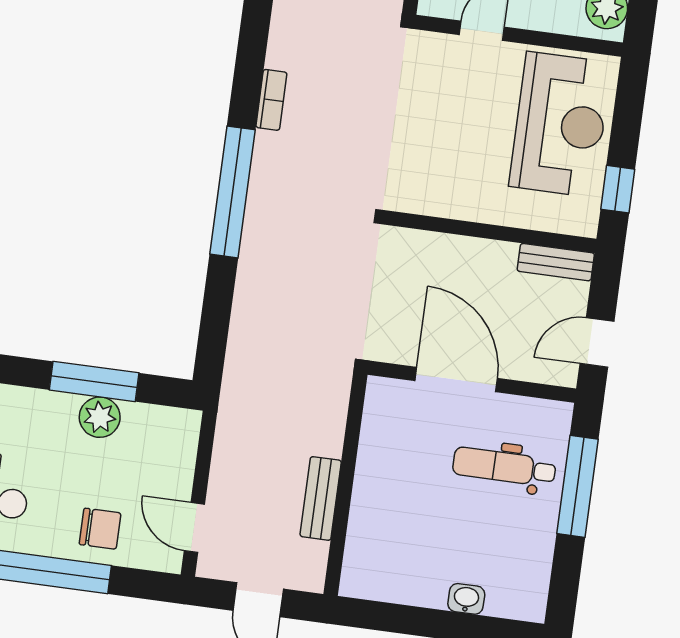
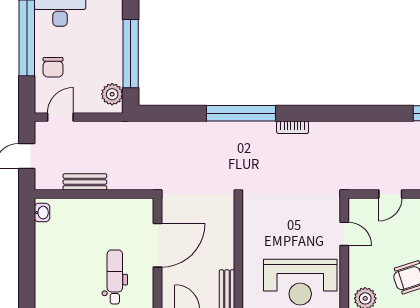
window: (94, 381) -> (131, 54), width x1.46
plant: (100, 417) -> (112, 94), moved
washbasin: (466, 599) -> (42, 213), moved

